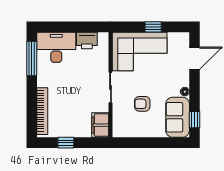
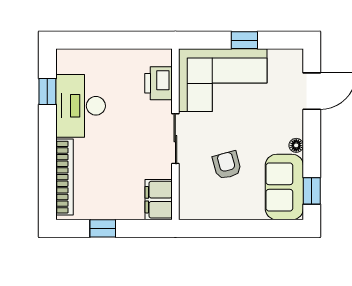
printer: (87, 40) -> (158, 83), moved, turned 90
desk: (56, 47) -> (81, 106), moved, turned -90
window: (32, 58) -> (47, 92), width x0.46
armchair: (142, 104) -> (227, 165), turned 75

